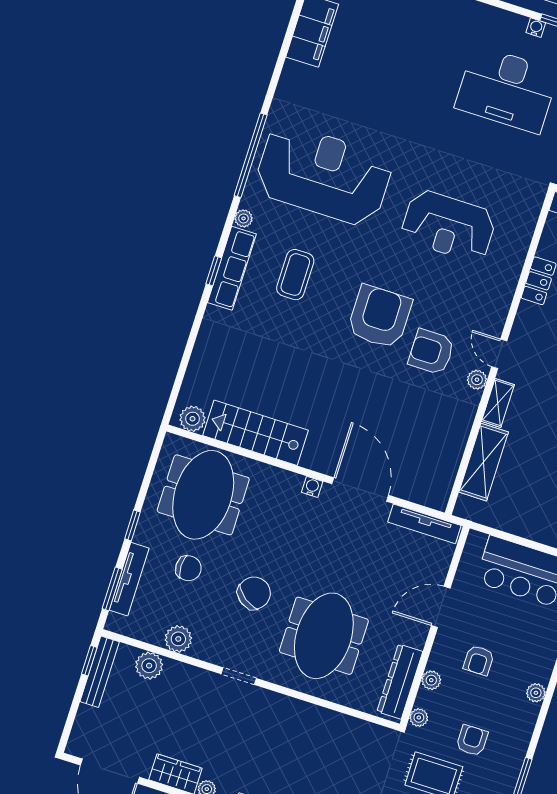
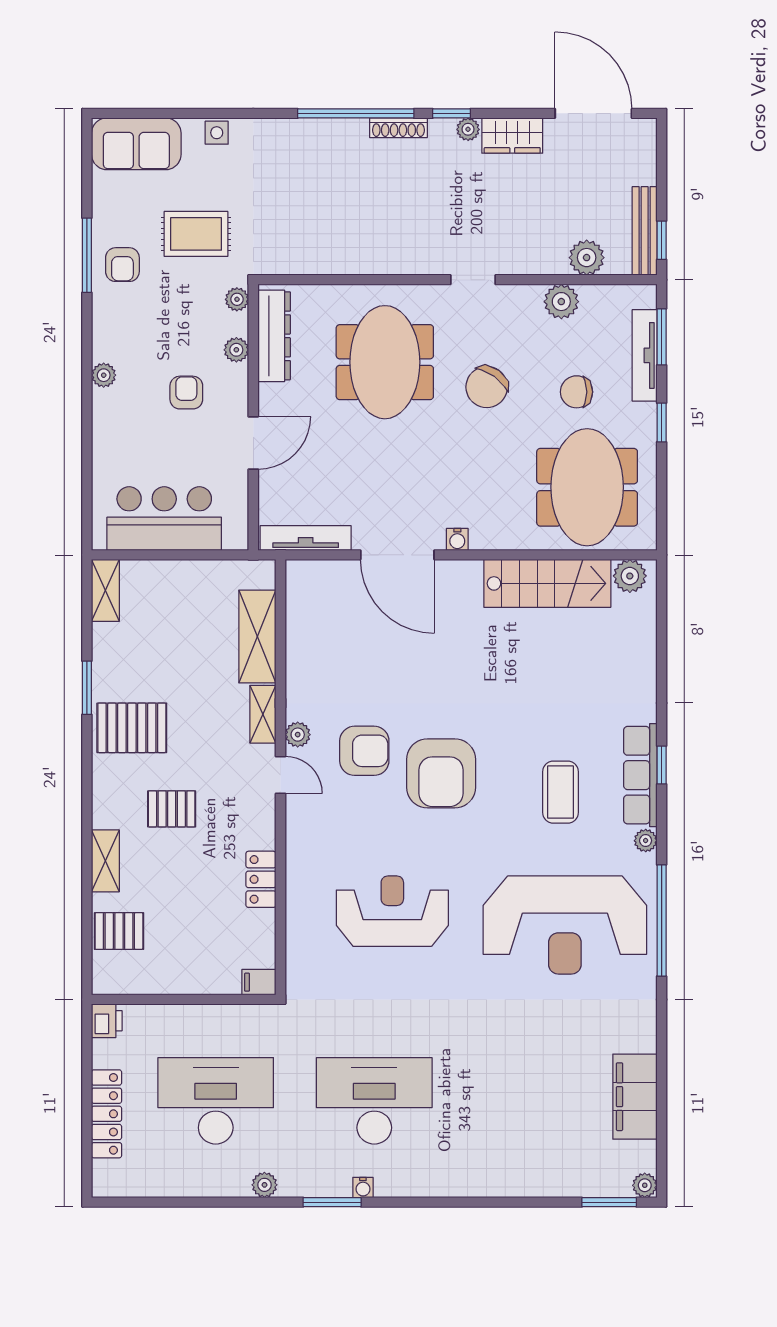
armchair: (472, 740) -> (122, 265), moved

